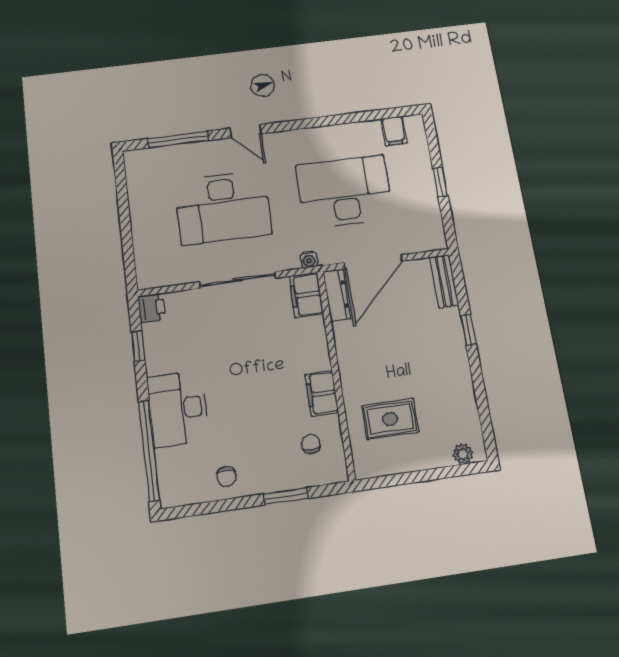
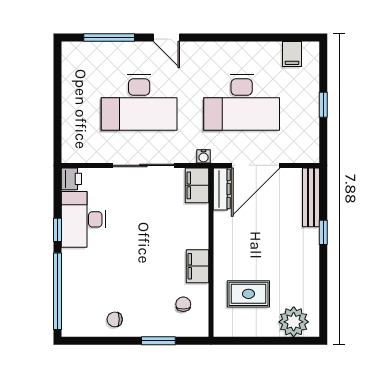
desk: (345, 192) -> (242, 102), turned 180
bench: (444, 281) -> (311, 197), width x1.36
window: (138, 346) -> (57, 230), moved
desk: (178, 409) -> (83, 219), moved
plant: (463, 454) -> (294, 322), width x1.88, depth x1.88
chair: (226, 476) -> (115, 319), turned 90

